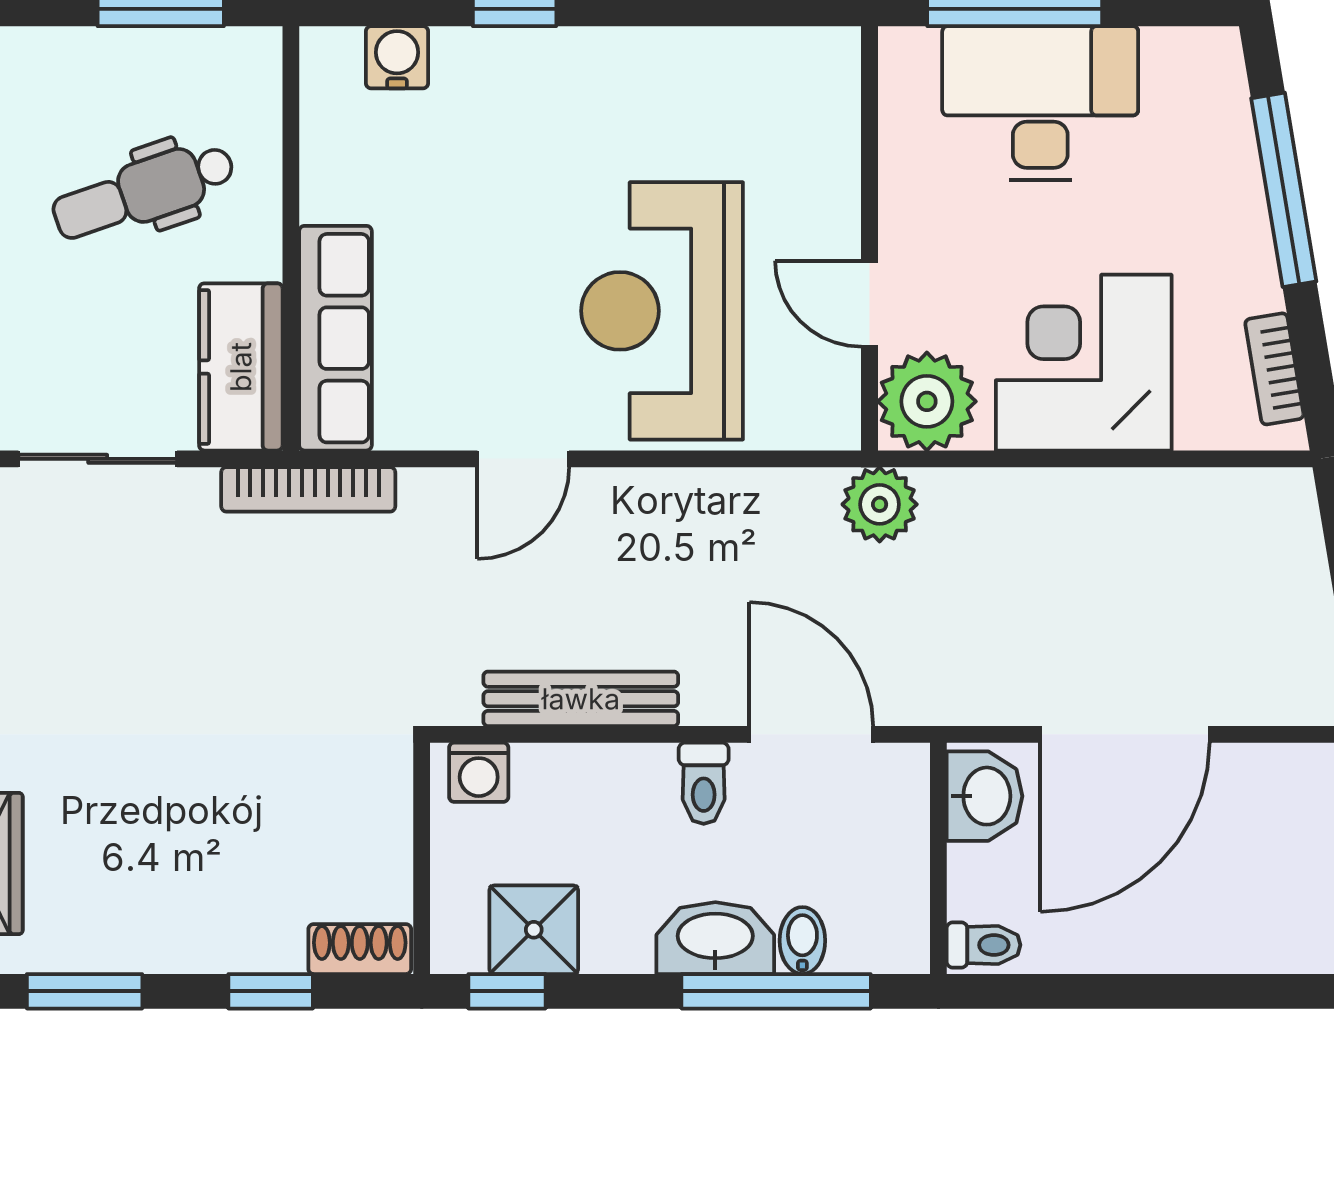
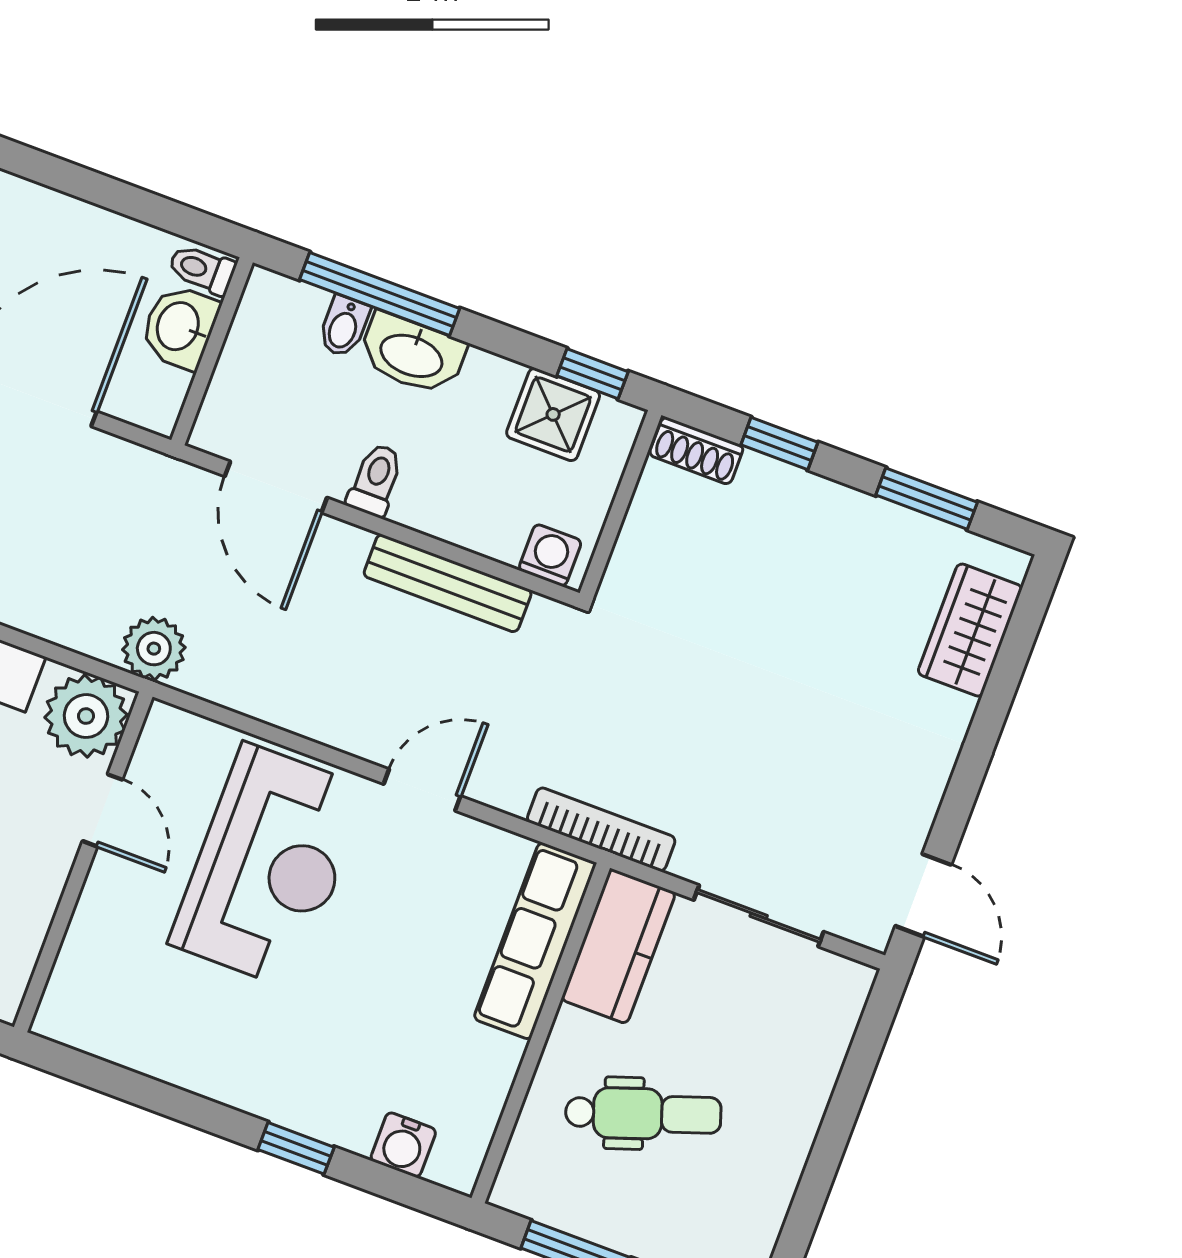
washbasin: (985, 796) -> (180, 327), moved

